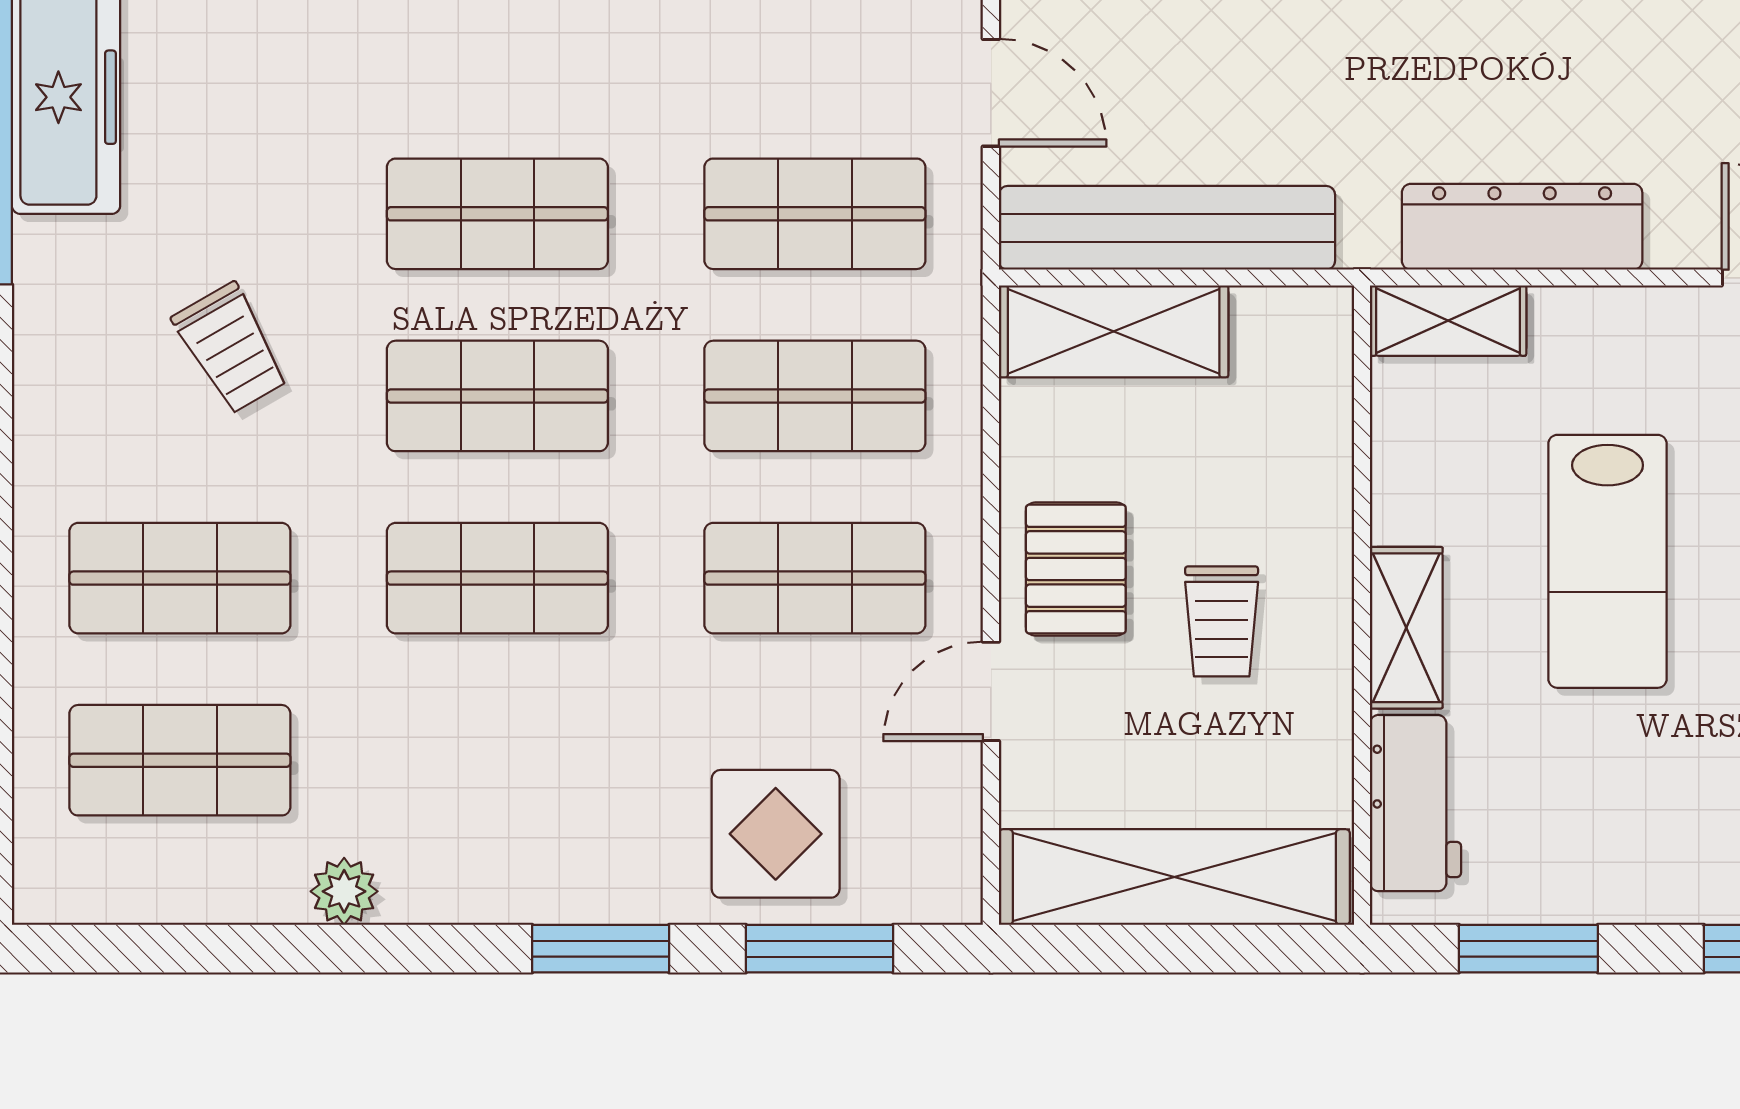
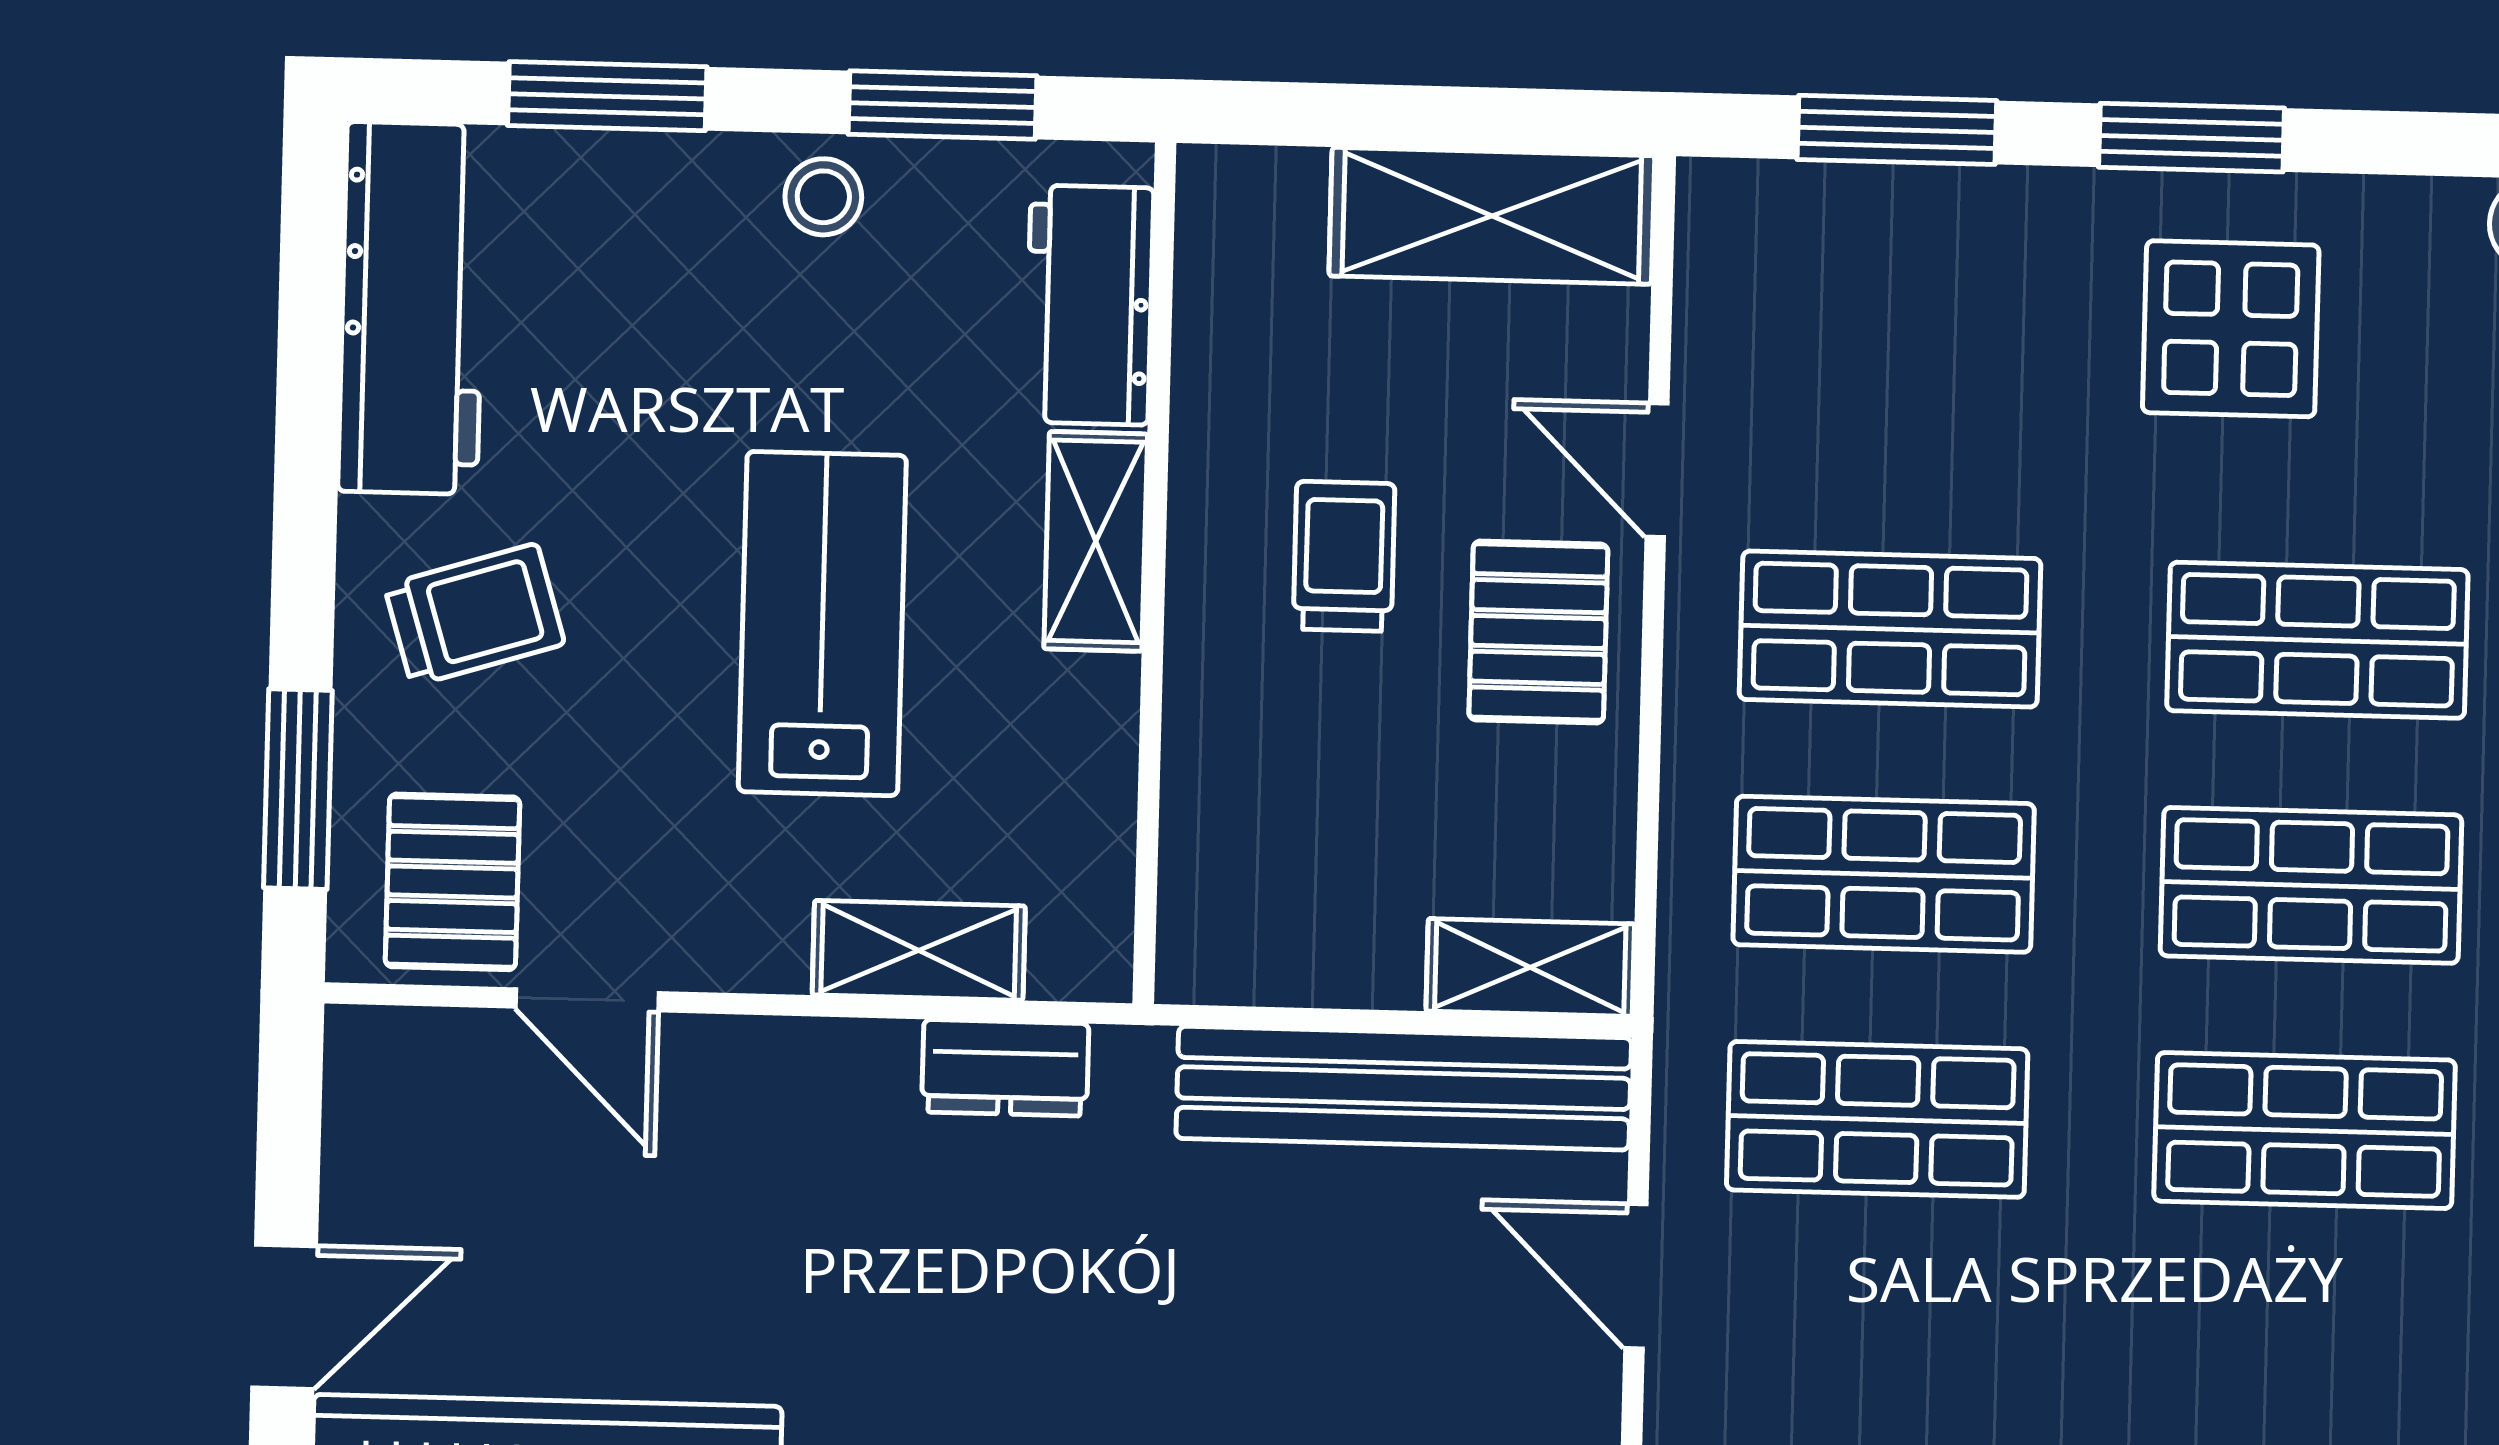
dresser: (1522, 227) -> (1005, 1068), width x0.51, depth x0.80
shelving: (1448, 321) -> (919, 950), moved
shelving: (1114, 331) -> (1530, 967), width x0.67, depth x0.75
door: (991, 691) -> (1657, 470), swing flipped
display table: (776, 834) -> (2231, 329), moved
shelving: (1174, 877) -> (1492, 216), width x0.68
stool: (1615, 878) -> (823, 197), added

